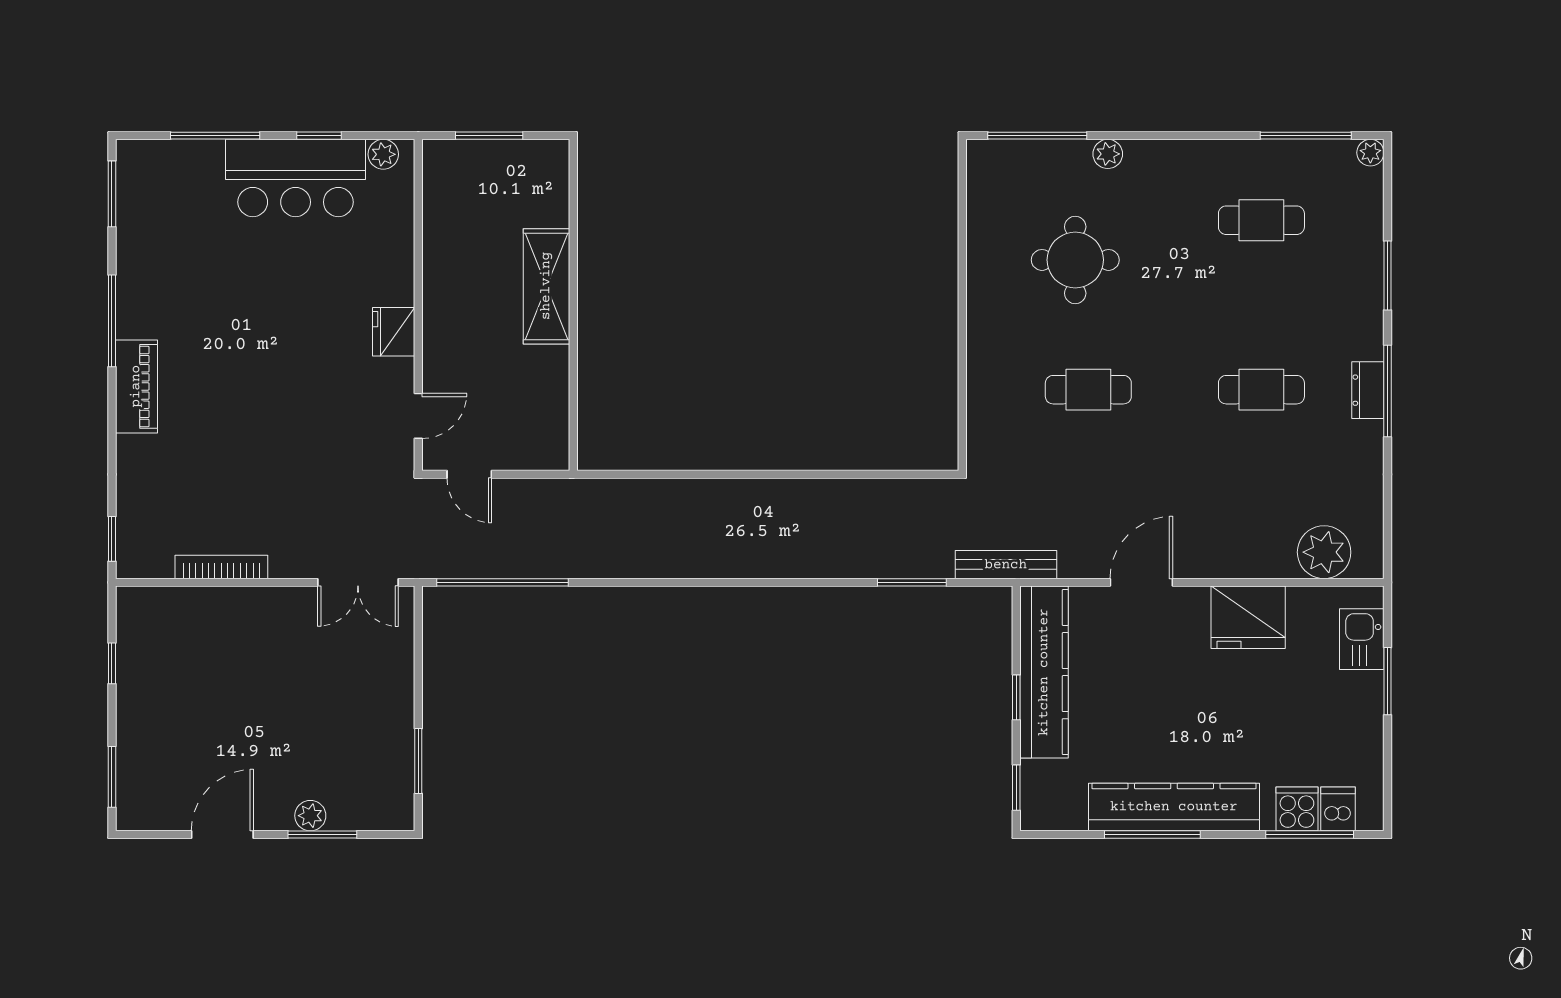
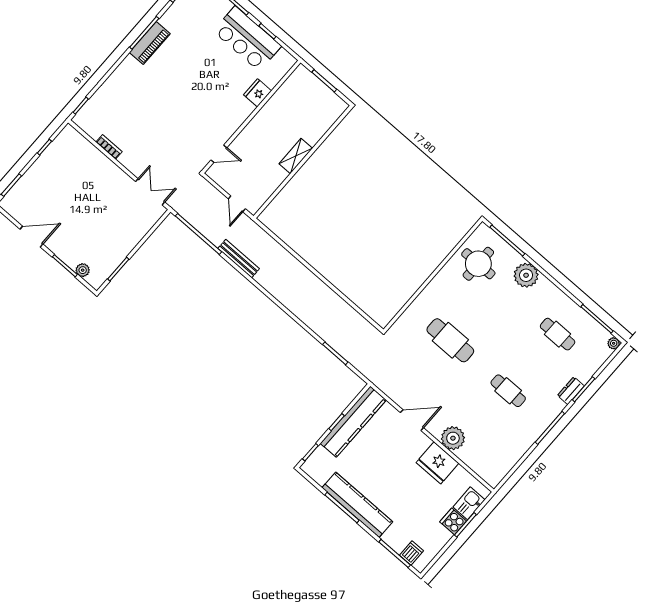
plant: (383, 154) -> (283, 56), removed
plant: (1108, 154) -> (526, 275), width x1.87, depth x1.87
round table: (1075, 260) -> (478, 264), moved
shelving: (546, 286) -> (296, 156), width x0.67, depth x0.75
fridge: (394, 332) -> (258, 93), moved
piano: (136, 386) -> (150, 43), moved
cafe table: (1088, 390) -> (450, 340), width x1.37, depth x1.35
dresser: (1368, 390) -> (571, 391), moved
door: (469, 474) -> (237, 204), moved
plant: (1324, 552) -> (453, 438), moved
bench: (1006, 565) -> (239, 259), moved
bookcase: (221, 567) -> (109, 147), width x0.64
double door: (358, 582) -> (150, 192), swing flipped
cooker: (1297, 809) -> (453, 521), moved, turned -90
plant: (310, 816) -> (83, 270), moved

